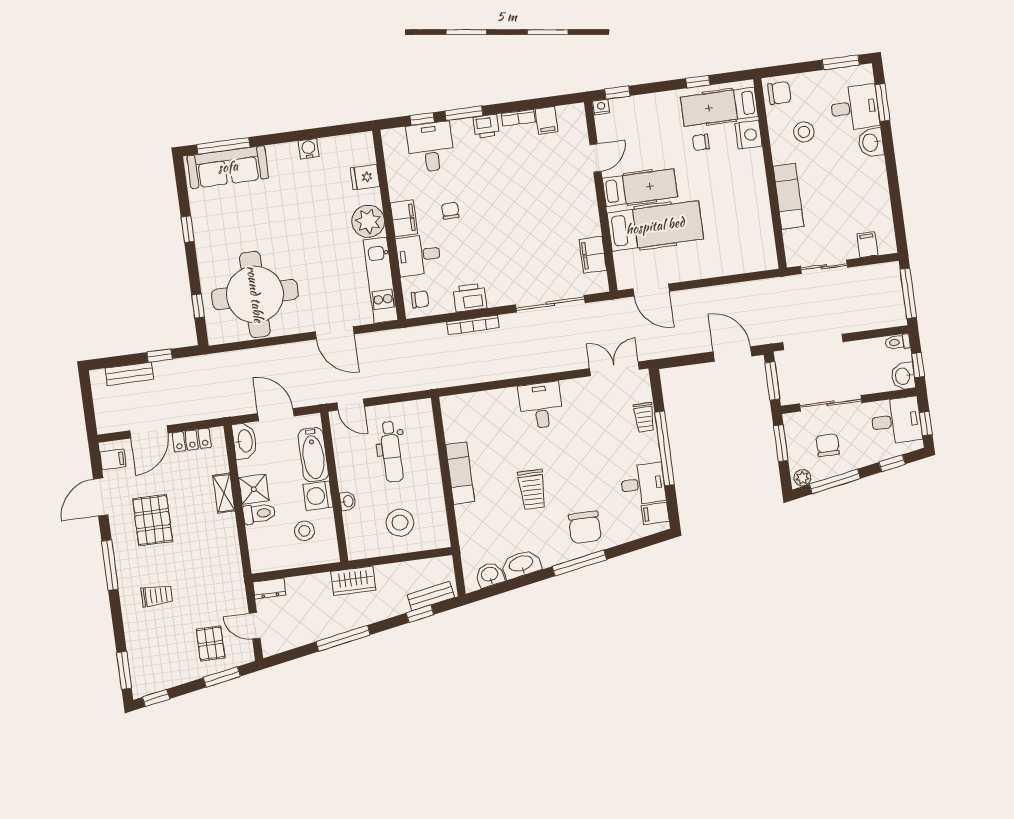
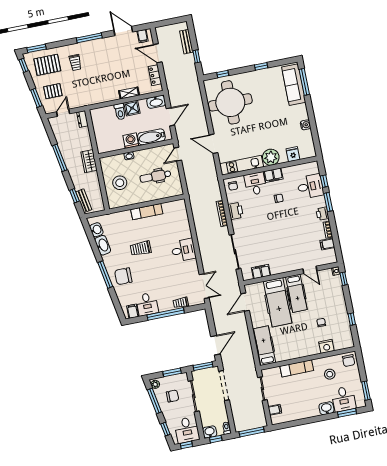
hospital bed: (719, 107) -> (265, 346), moved
door: (335, 333) -> (213, 144), hinge flipped
pallet: (153, 520) -> (47, 65), moved
stool: (304, 531) -> (113, 135), removed

